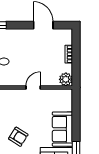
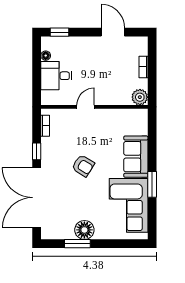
door: (33, 87) -> (86, 107), moved

